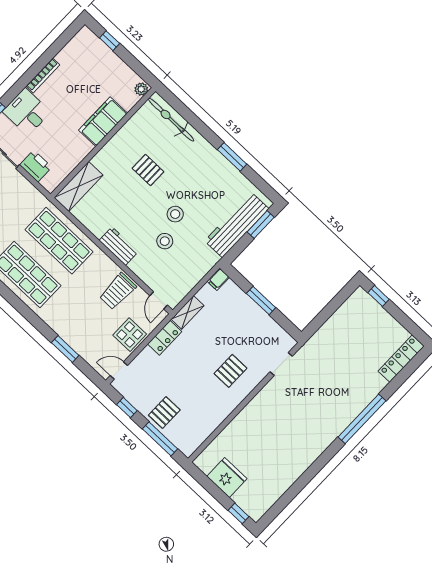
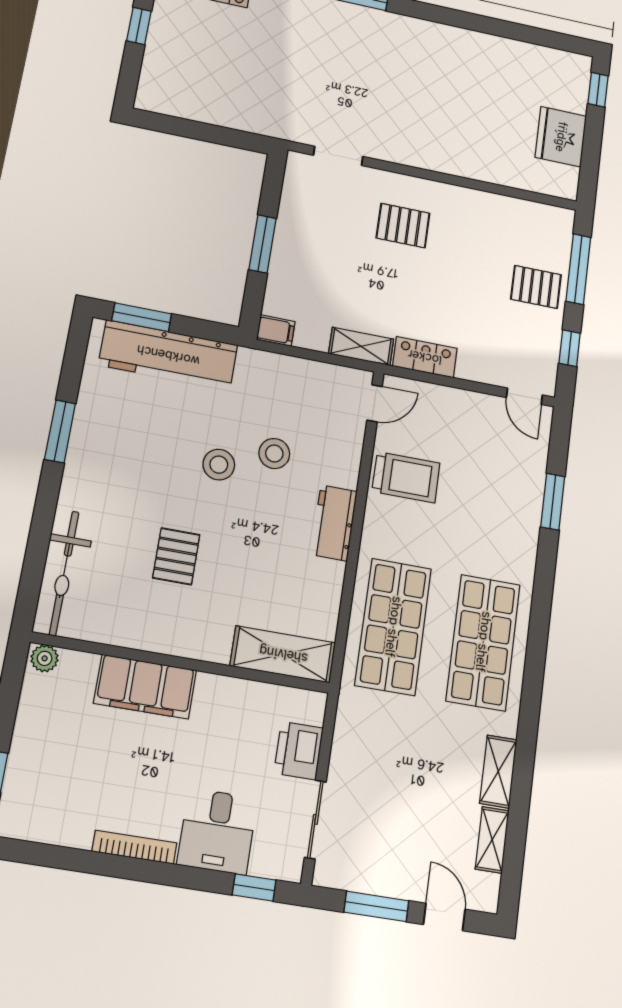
window: (379, 296) -> (139, 26), moved
display table: (130, 335) -> (459, 415), removed

